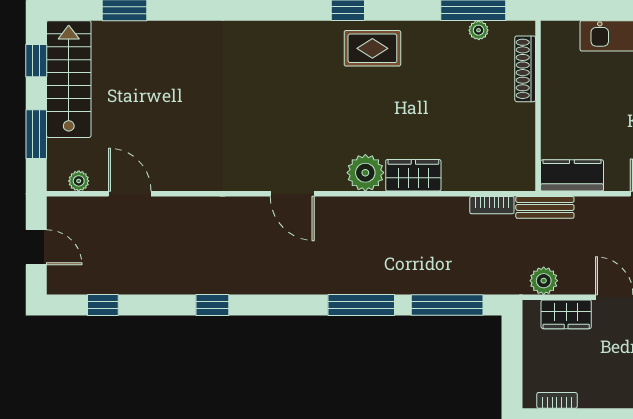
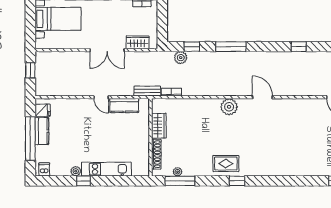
wardrobe: (413, 175) -> (159, 126), moved, turned -90
kitchen counter: (572, 175) -> (124, 106), moved
plant: (544, 281) -> (181, 58), moved
window: (447, 305) -> (192, 47), width x0.46

